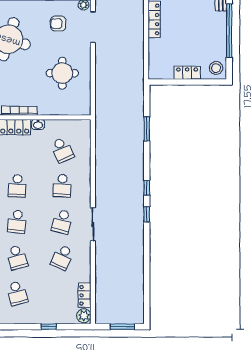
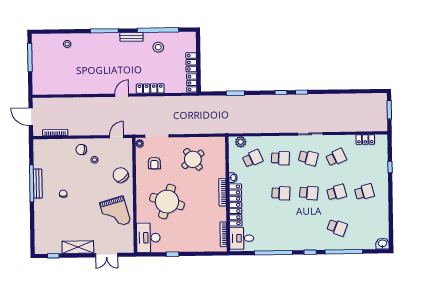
stool: (216, 68) -> (158, 47), moved
round table: (62, 73) -> (193, 159), turned -37
locker: (161, 73) -> (192, 83), added
school desk: (62, 257) -> (336, 157), turned -48
plant: (84, 316) -> (241, 142), moved

